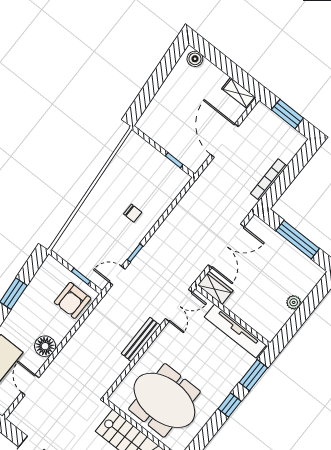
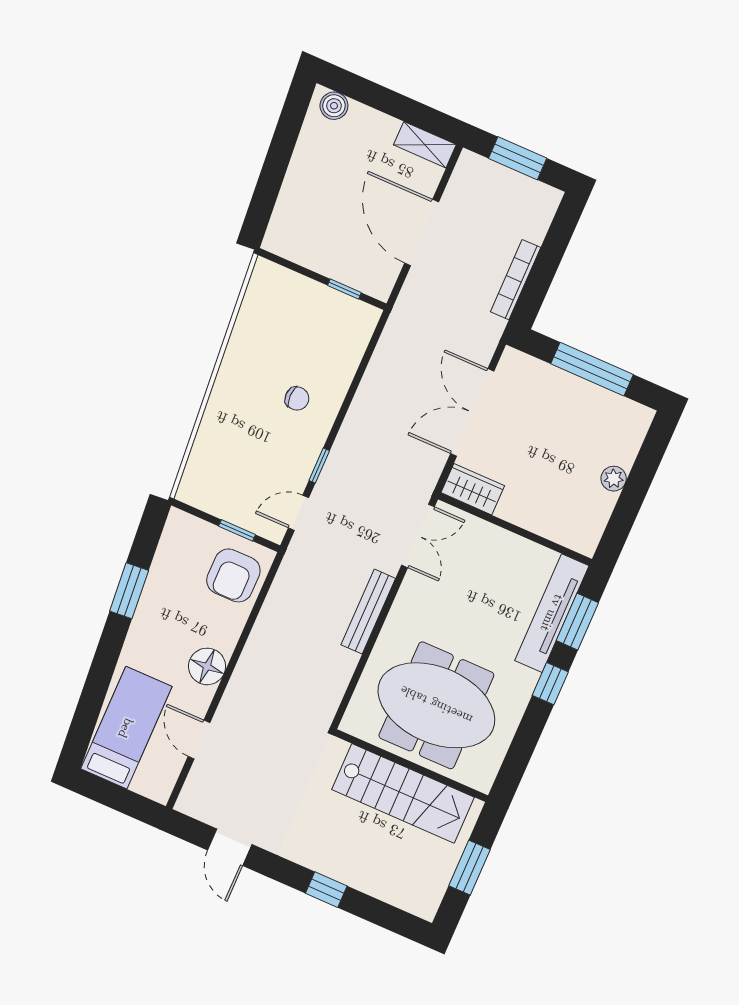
double door: (226, 246) -> (472, 412), swing flipped
tv unit: (235, 331) -> (552, 613), moved, turned 90

